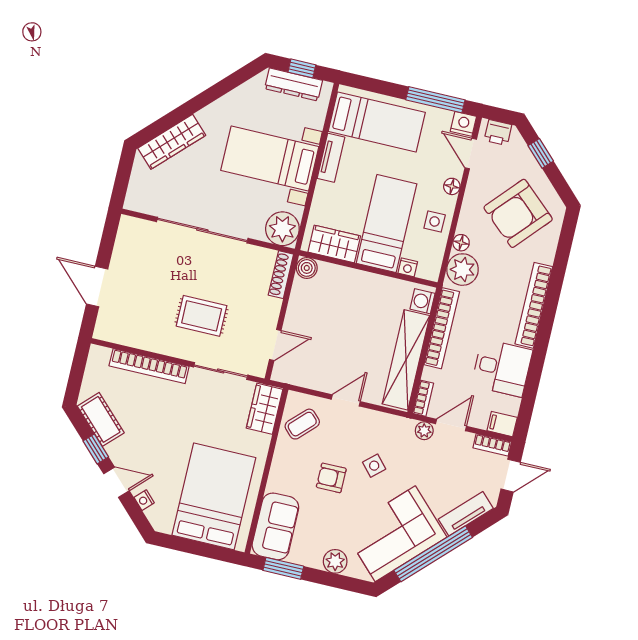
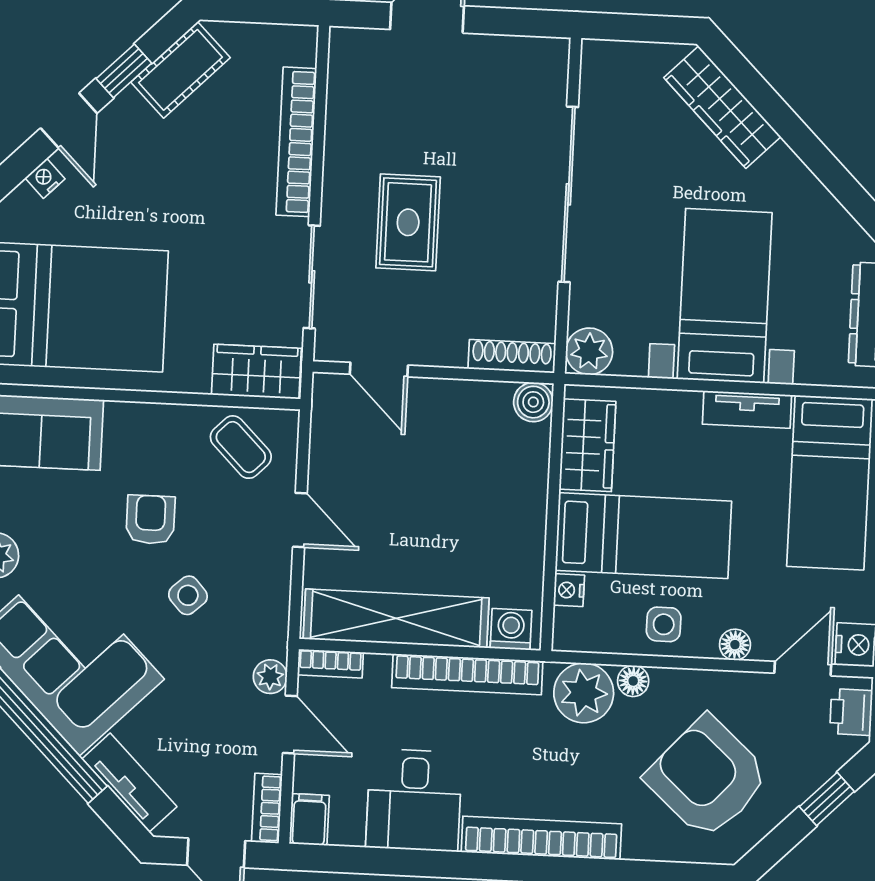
plant: (282, 229) -> (589, 351), width x0.73, depth x0.73

